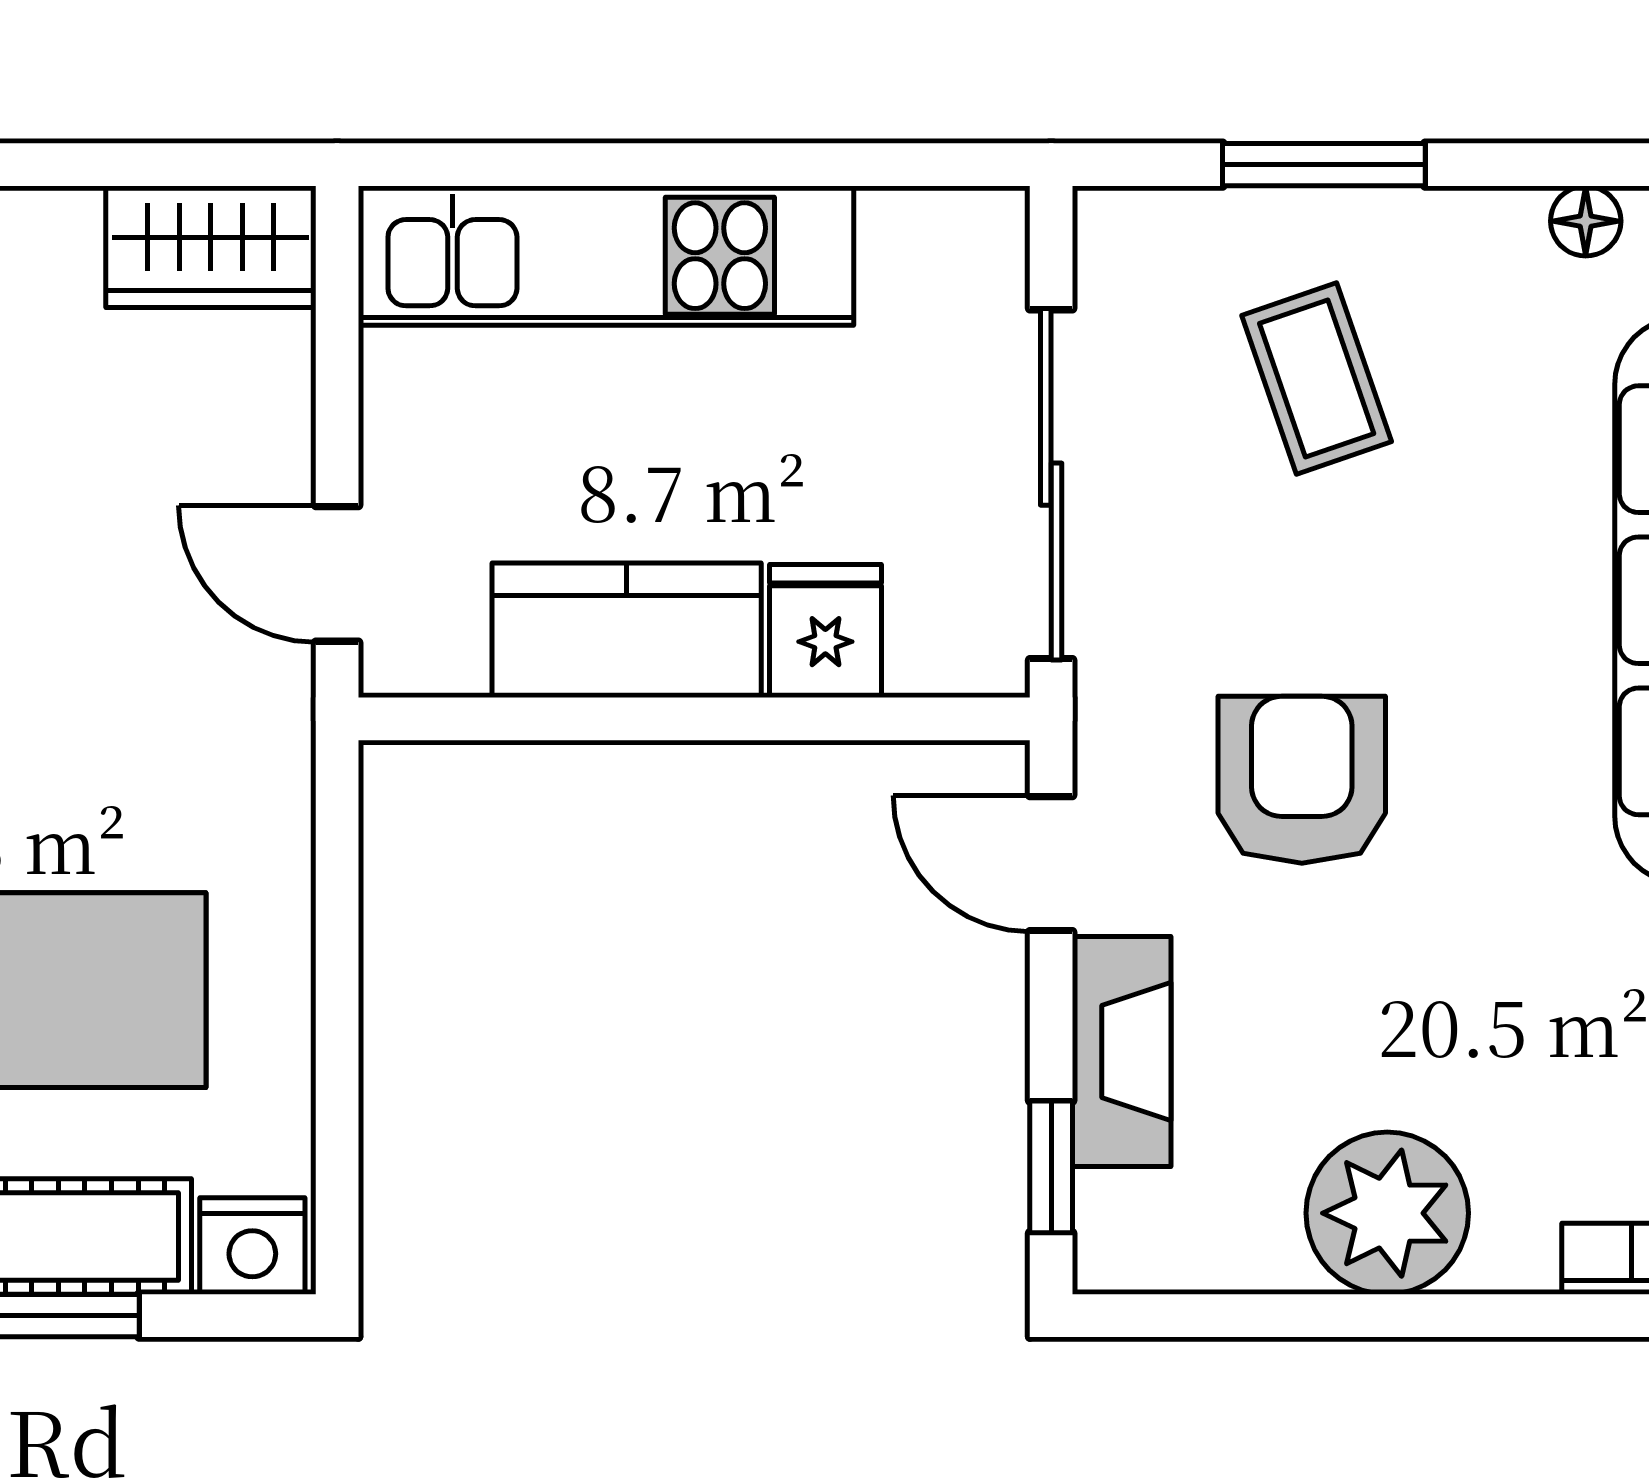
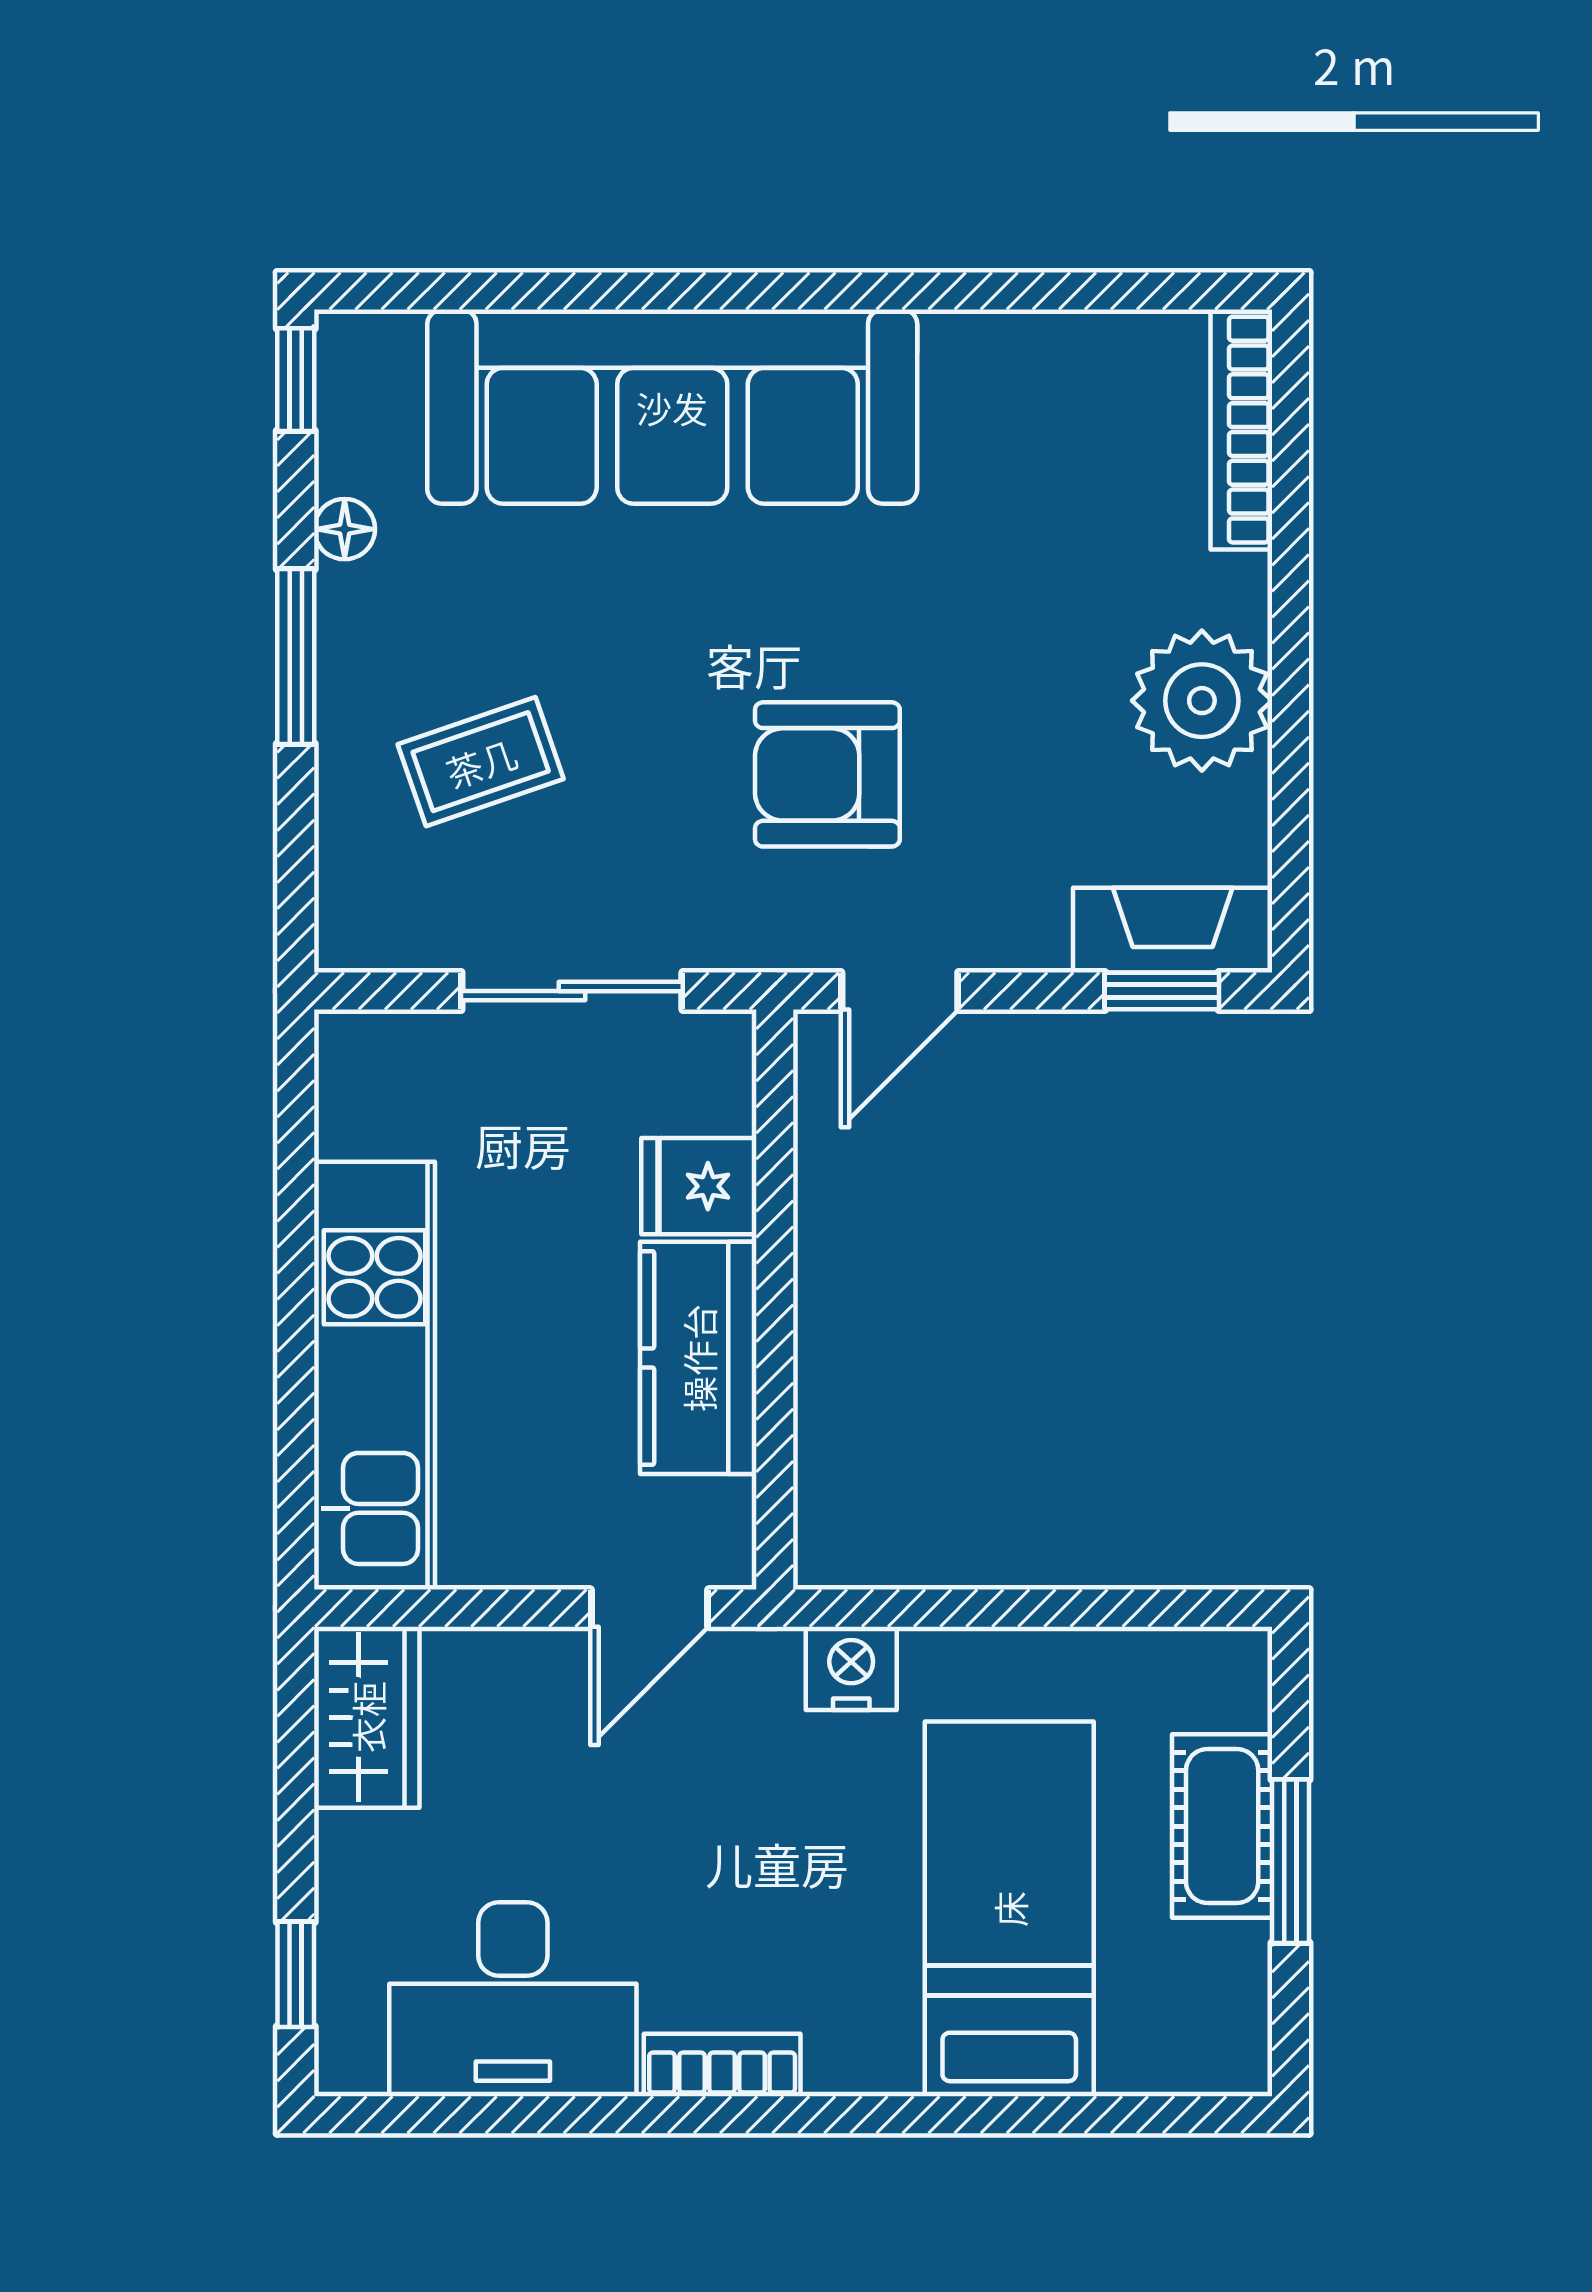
window: (1324, 165) -> (296, 657), moved
sliding door: (1051, 484) -> (572, 991), width x0.73
fireplace: (1122, 1052) -> (1173, 930), moved
nightstand: (252, 1246) -> (851, 1668), moved, turned -90

